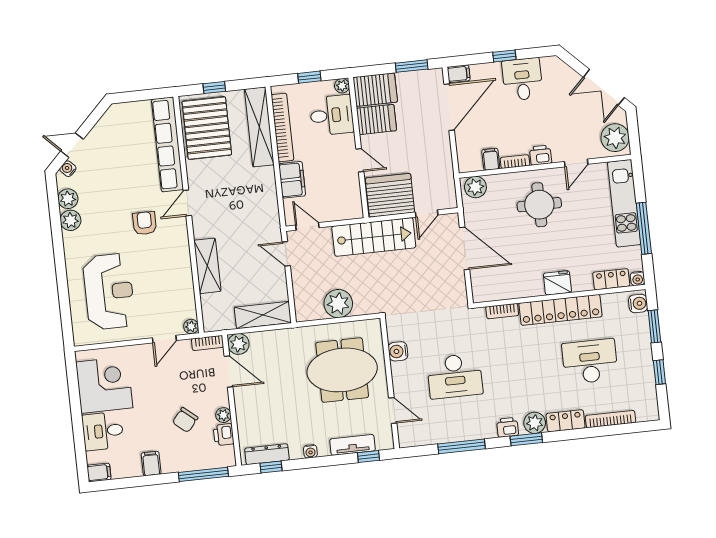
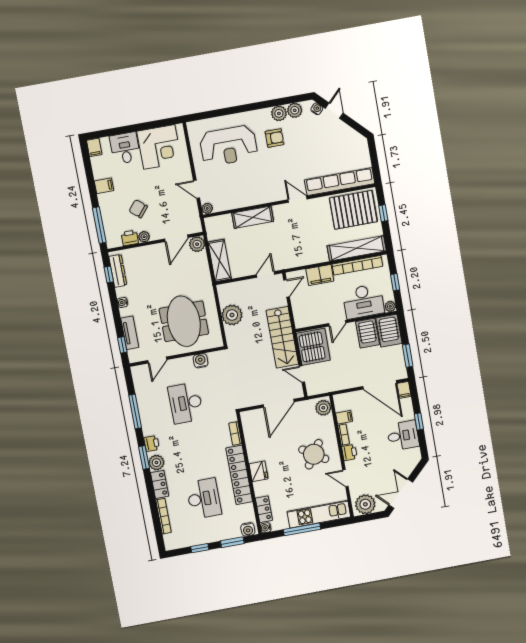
desk: (332, 115) -> (363, 301), width x1.37
round table: (539, 205) -> (314, 454), turned 33
armchair: (145, 223) -> (274, 138), moved
bookcase: (207, 343) -> (196, 221), removed

